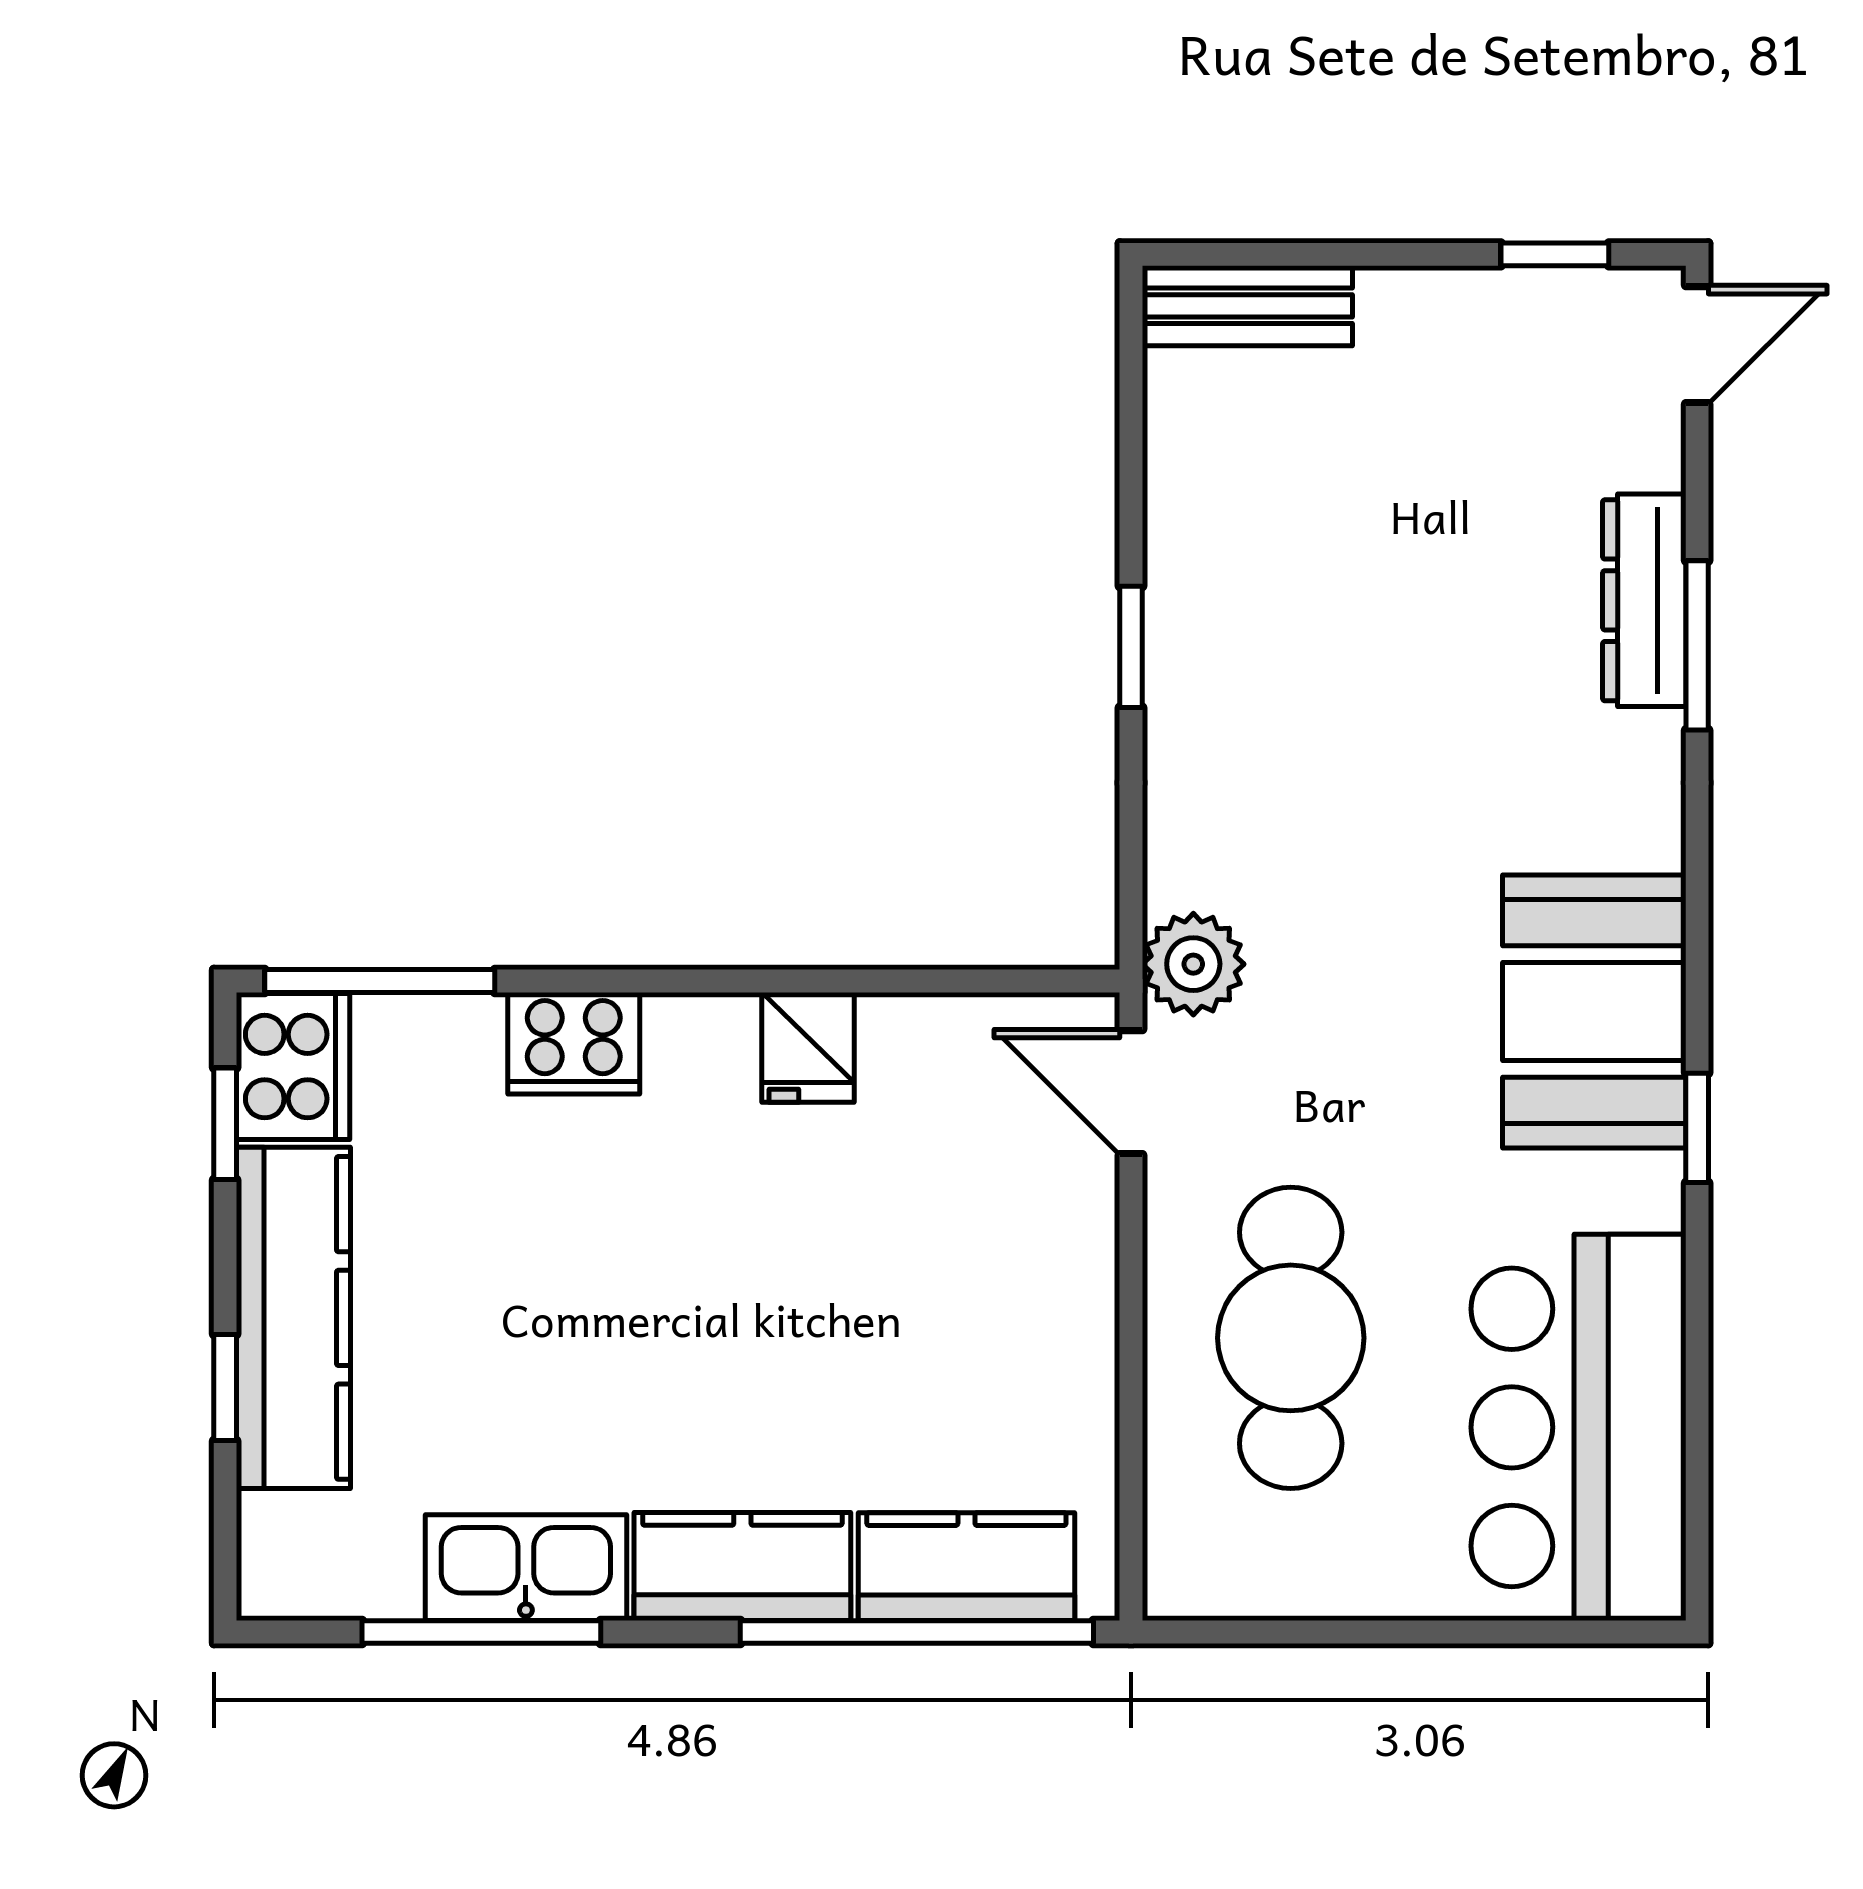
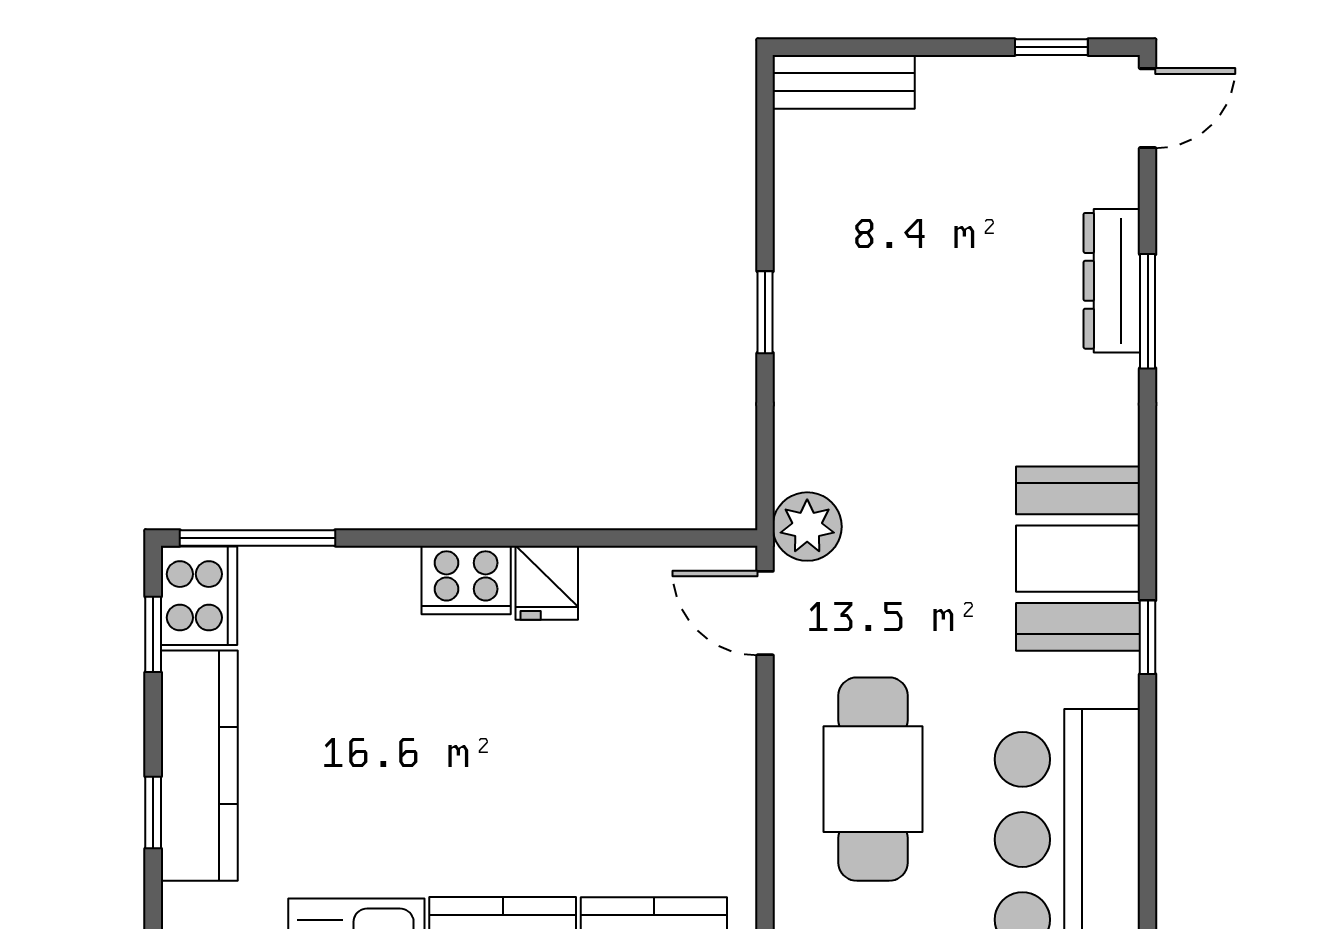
cooker: (574, 1043) -> (466, 580), moved

